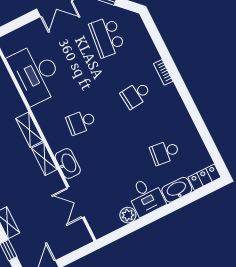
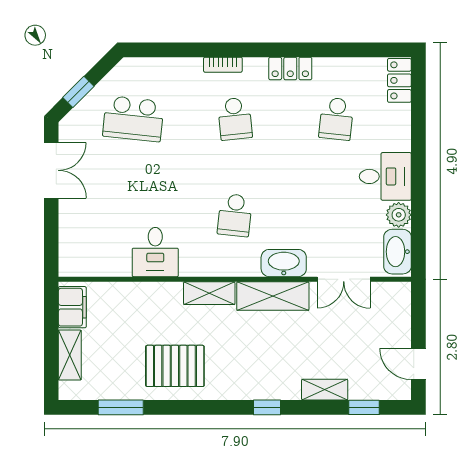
desk: (36, 74) -> (155, 252), width x0.53, depth x0.77
locker: (180, 112) -> (290, 68), added
shelving: (44, 159) -> (273, 296), width x1.50, depth x1.33
washbasin: (177, 190) -> (397, 252), moved

